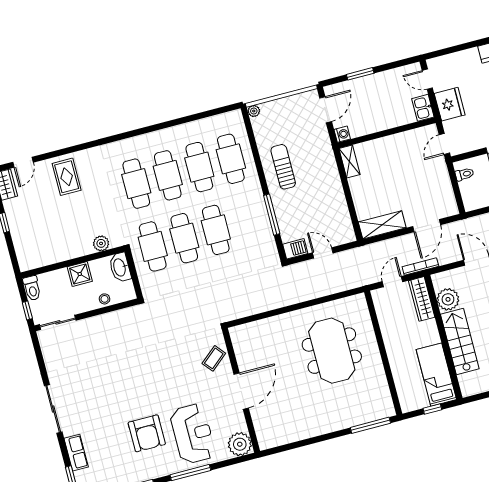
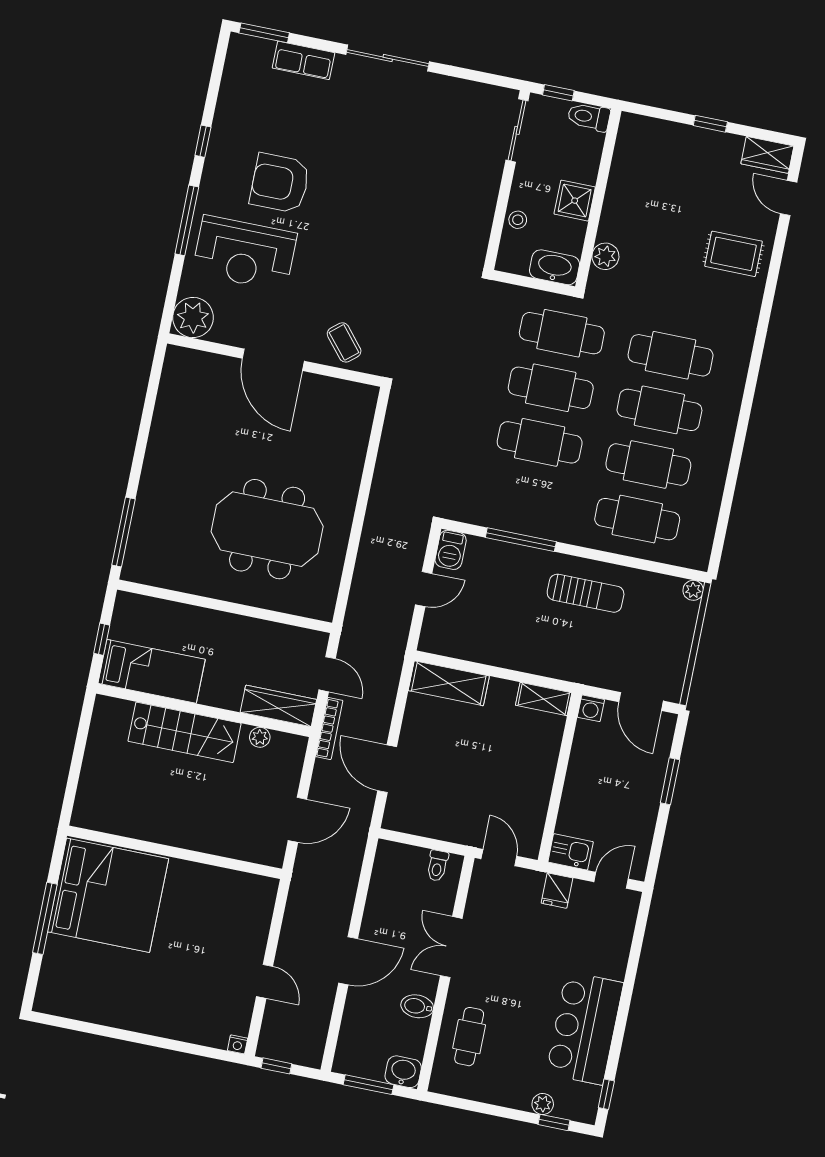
fridge: (450, 104) -> (557, 891), width x0.53, depth x0.75
shelving: (382, 225) -> (449, 683), moved, turned 90
plant: (448, 299) -> (260, 737), width x0.53, depth x0.53

